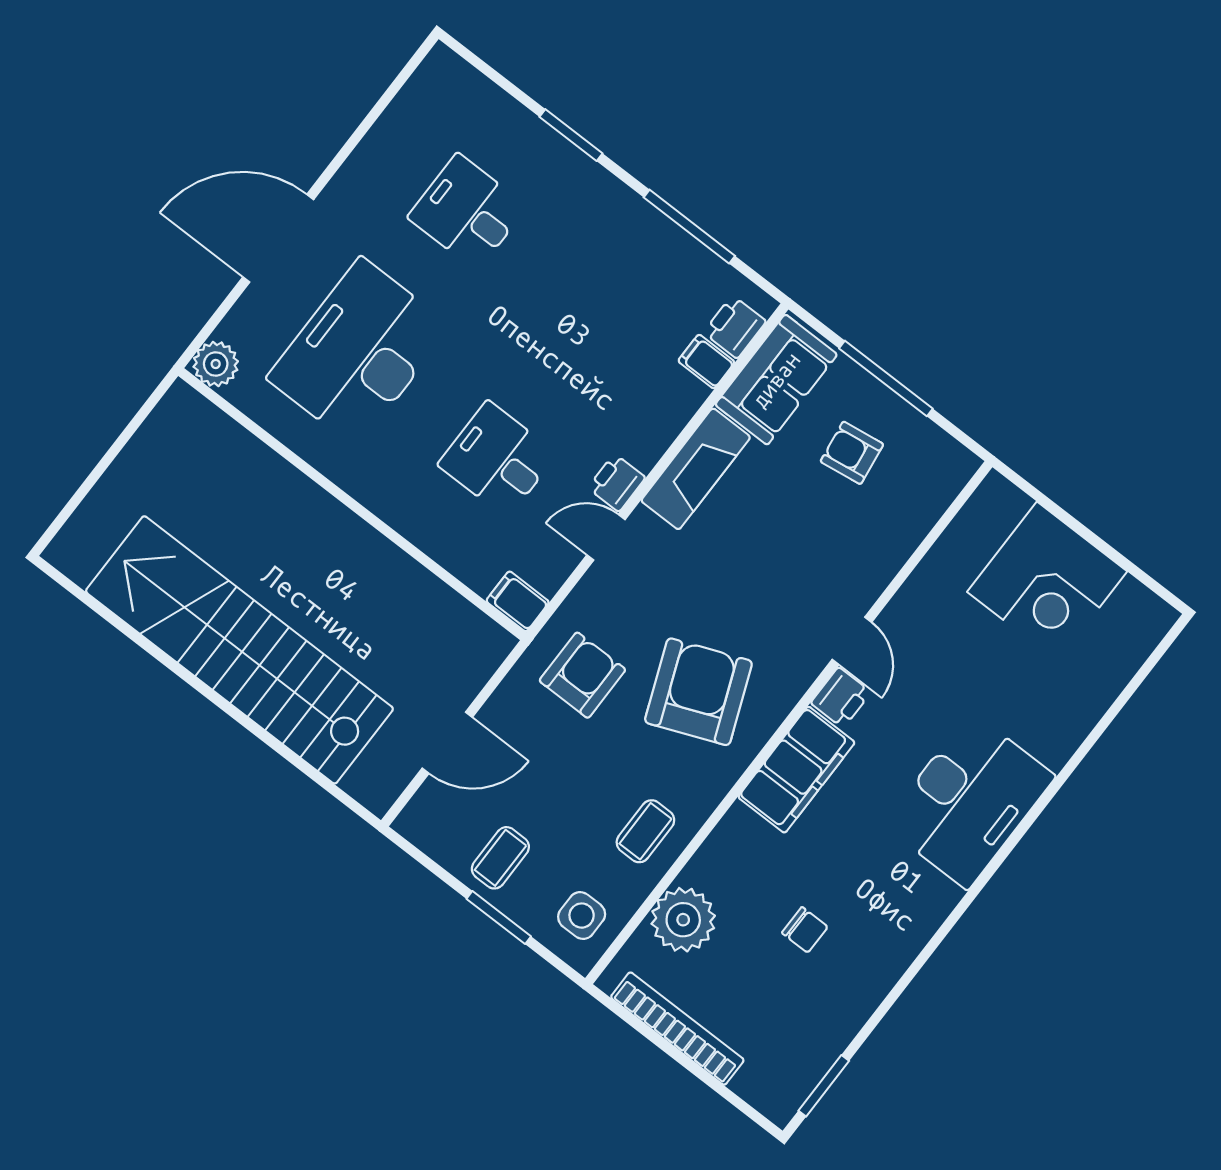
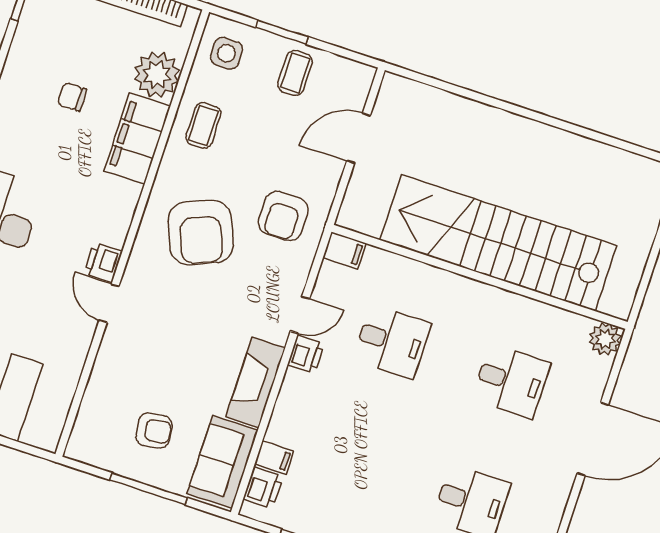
desk: (359, 352) -> (511, 381), width x0.53, depth x0.77
stairs: (239, 650) -> (498, 243), moved, turned 180
filing cabinet: (796, 770) -> (137, 139), moved

